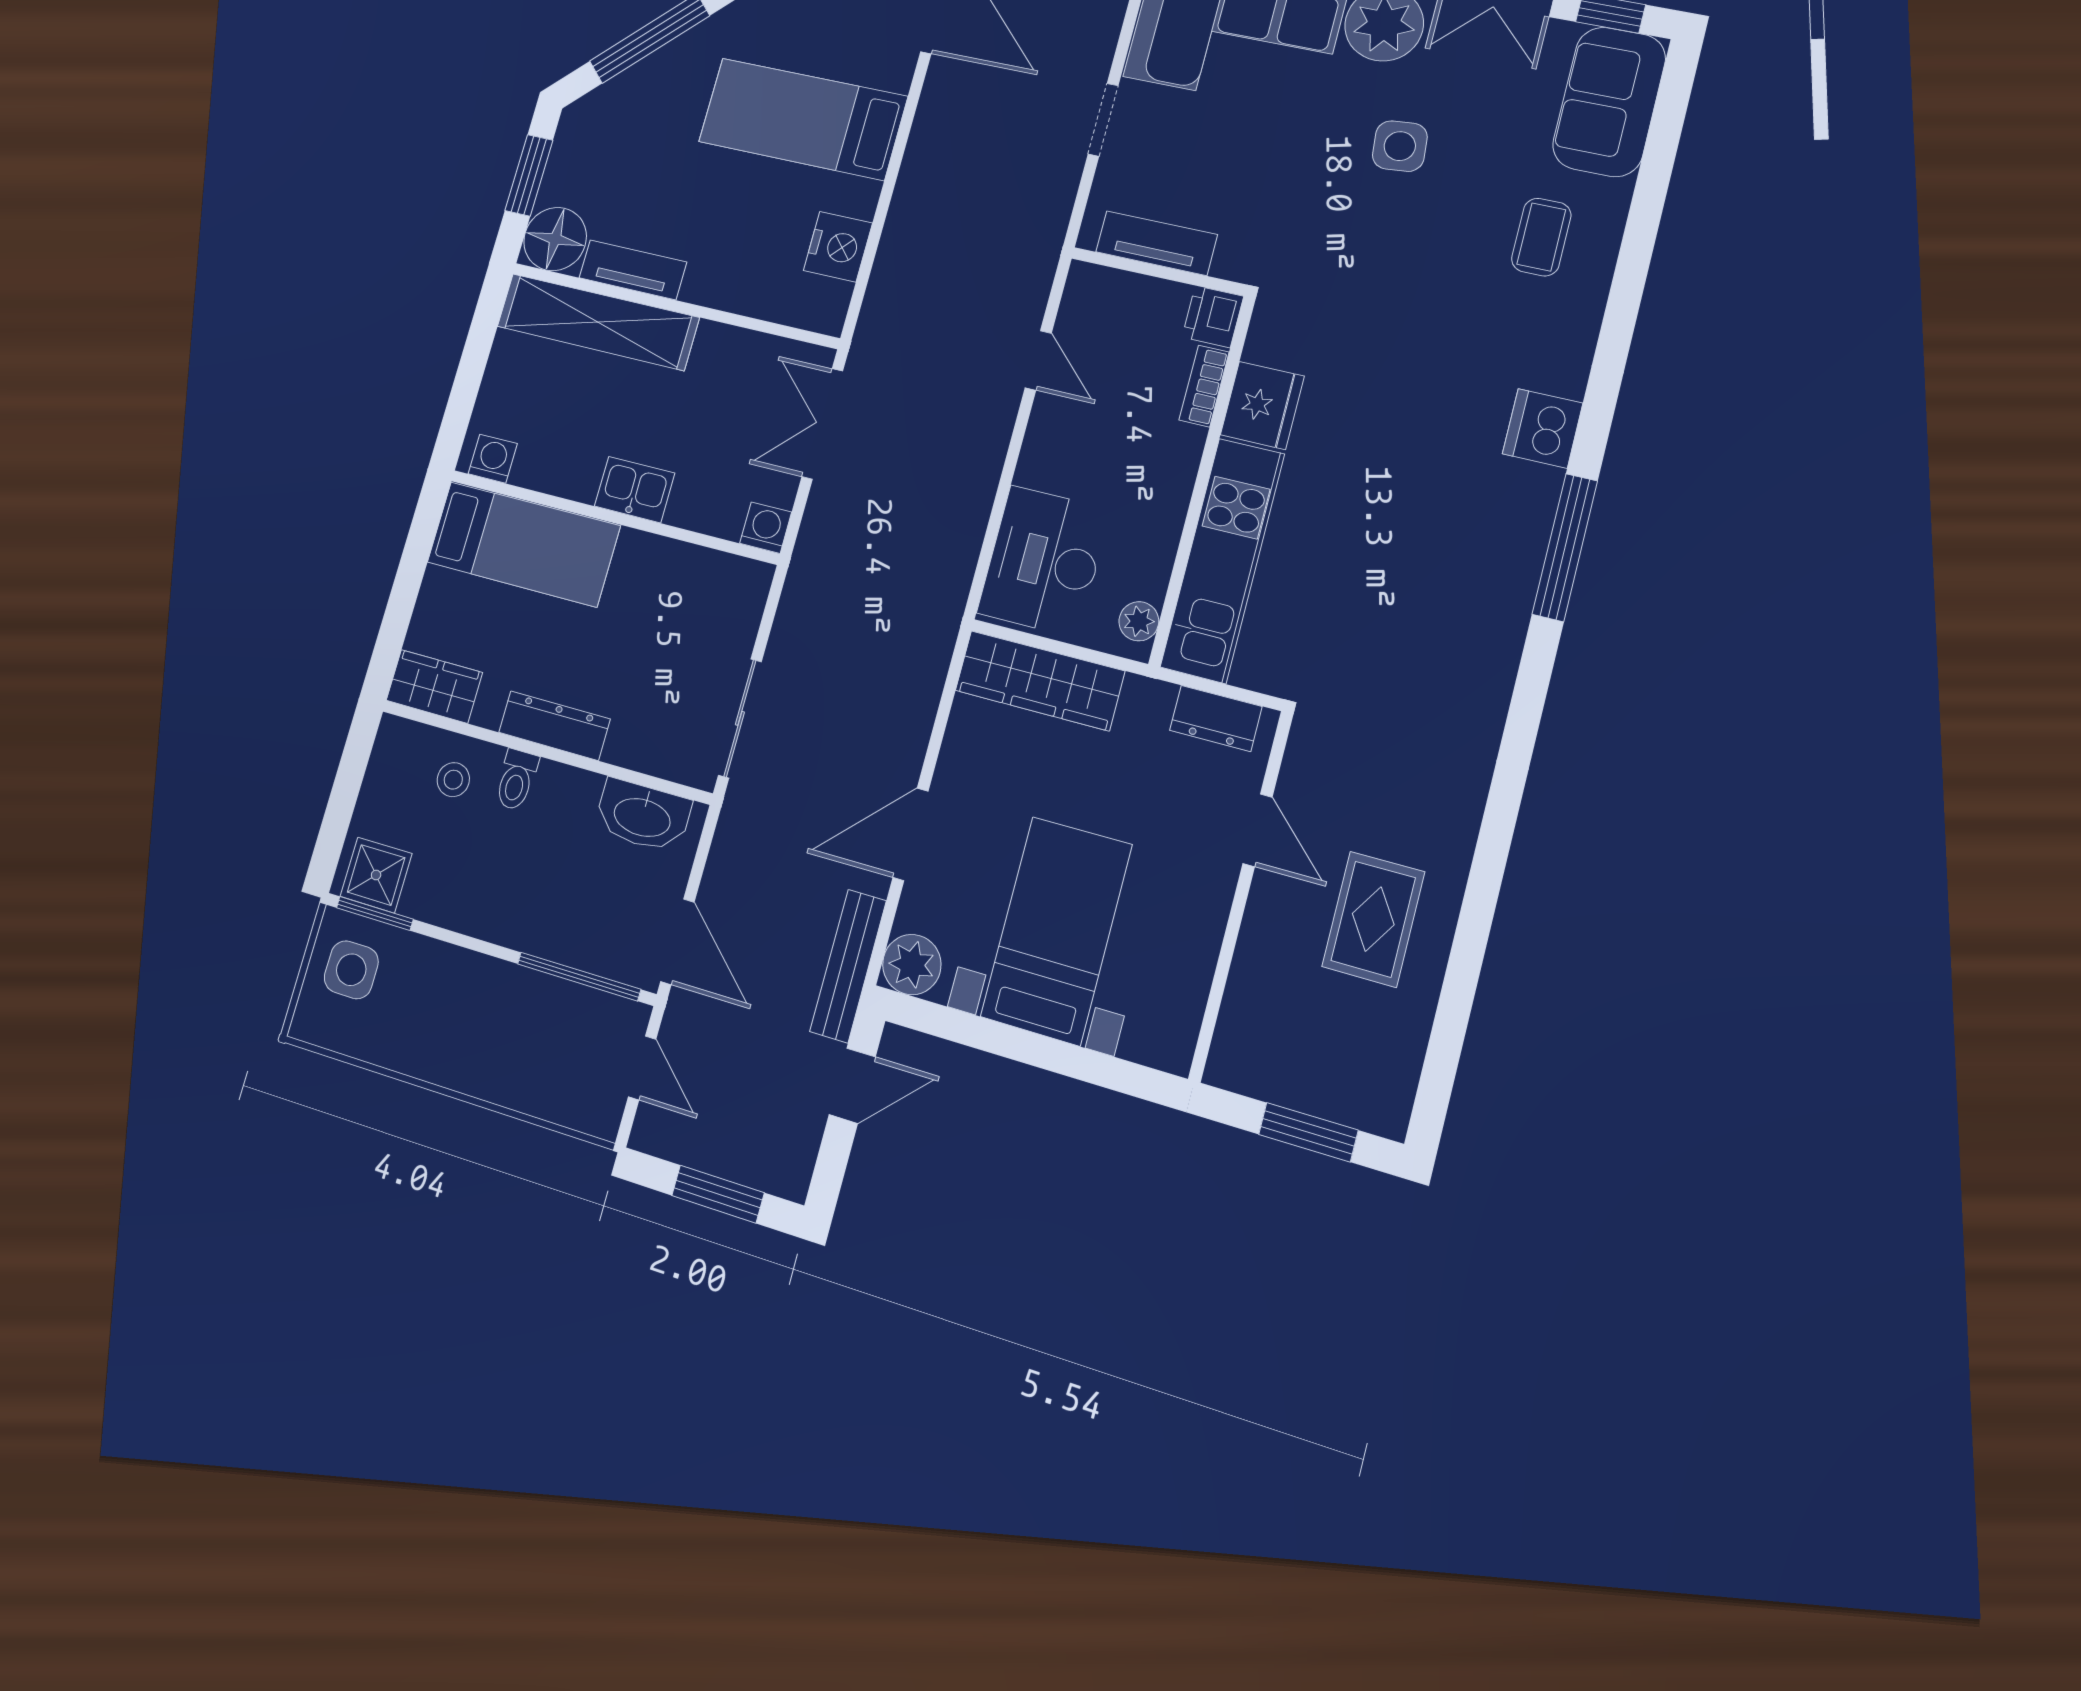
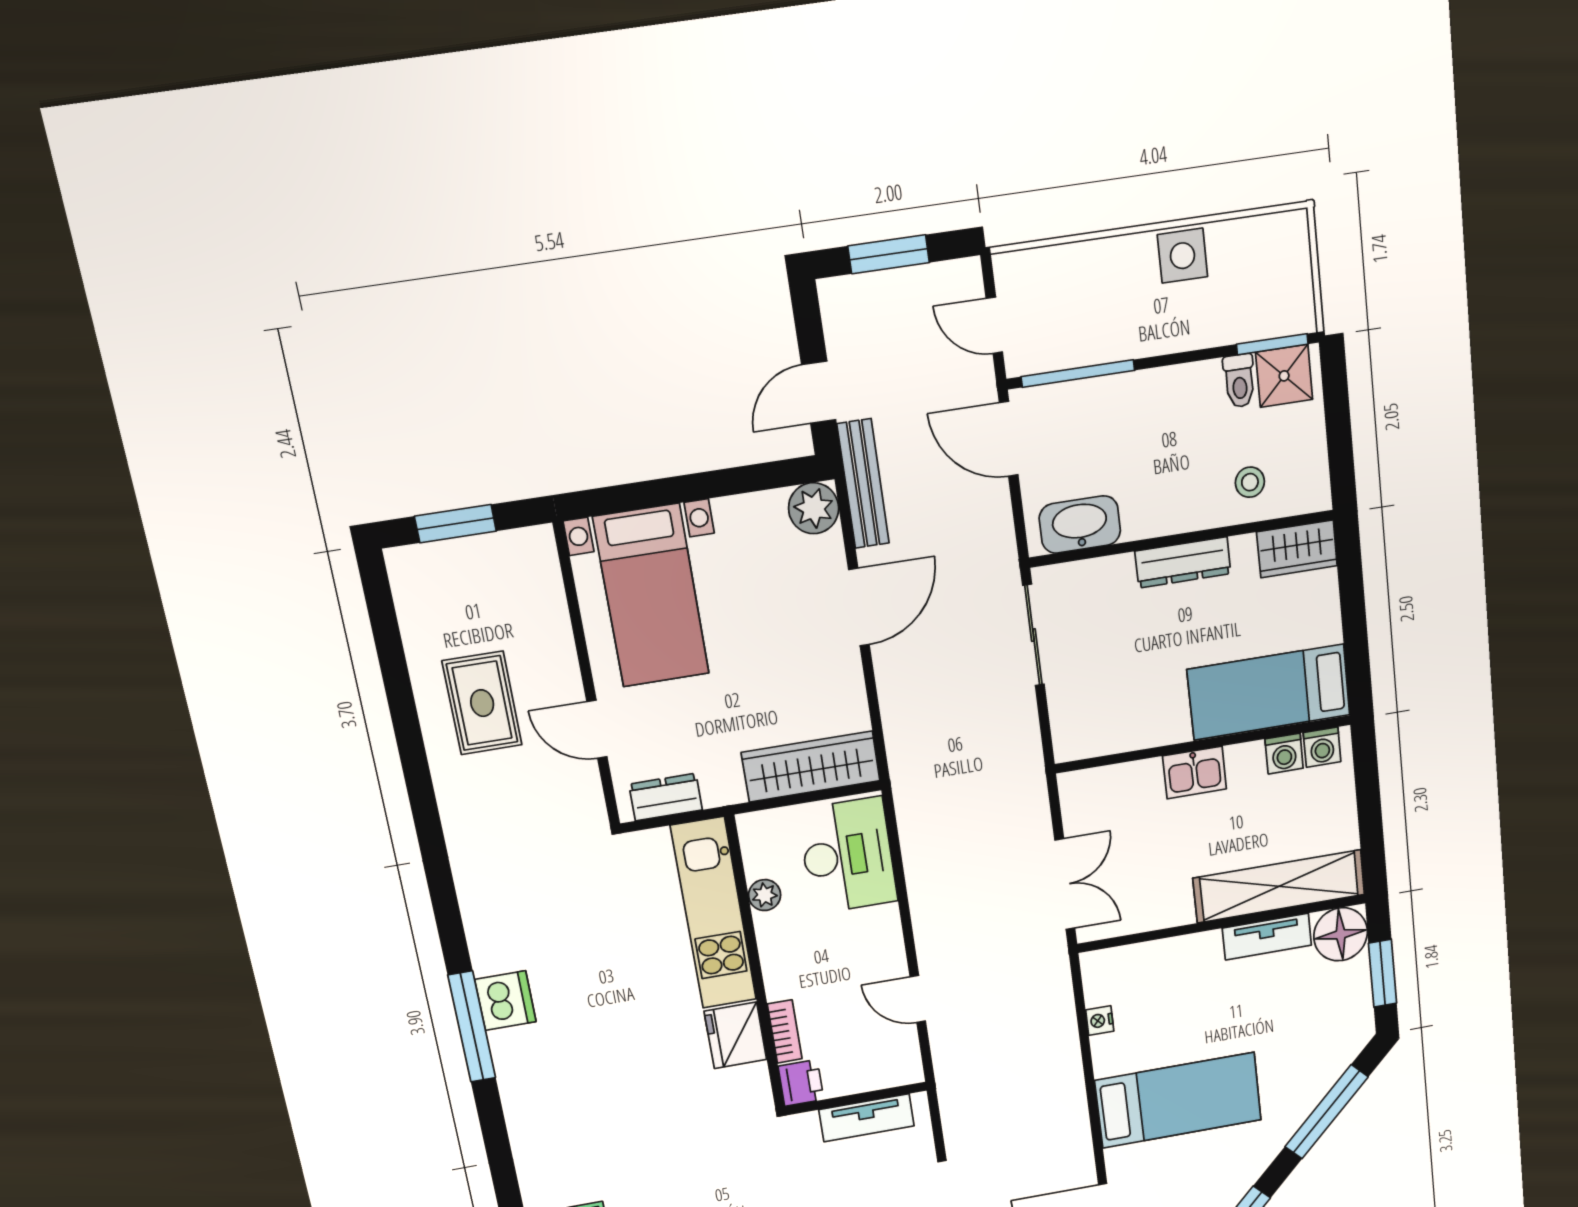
nightstand: (838, 247) -> (1100, 1021), width x0.53, depth x0.56
dishwasher: (1543, 428) -> (505, 1001), moved
washing machine: (766, 528) -> (1284, 754), moved
plant: (1139, 621) -> (765, 895), moved
toilet: (516, 780) -> (1239, 381), moved, turned 180
bed with nightstands: (1056, 931) -> (651, 596), moved
side table: (351, 970) -> (1182, 256), moved

